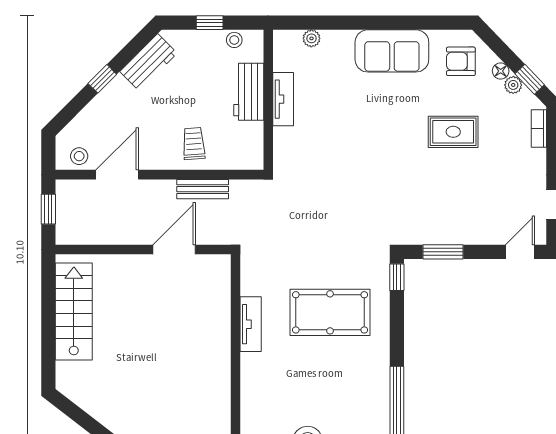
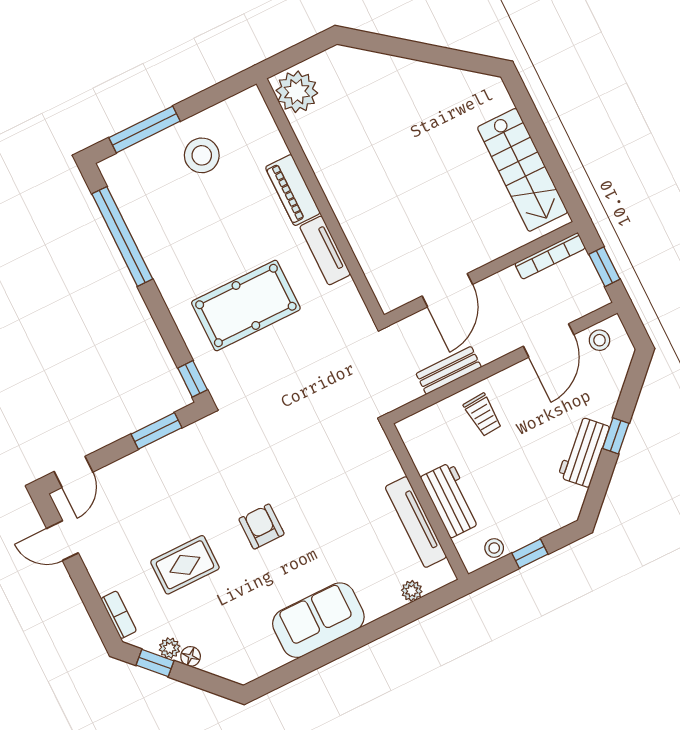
armchair: (461, 61) -> (262, 527), moved, turned -90
workbench: (148, 62) -> (584, 452), moved
tv unit: (283, 99) -> (416, 522), width x1.41
rug: (453, 132) -> (185, 565), moved
bookcase: (85, 237) -> (550, 256), added
piano: (252, 381) -> (293, 190), added

